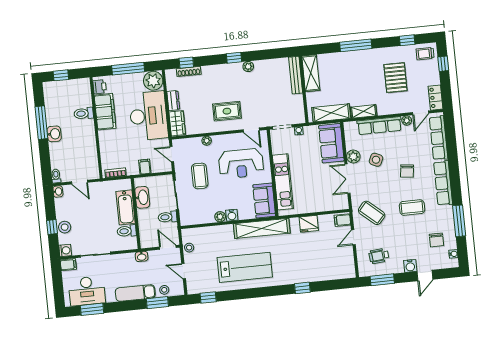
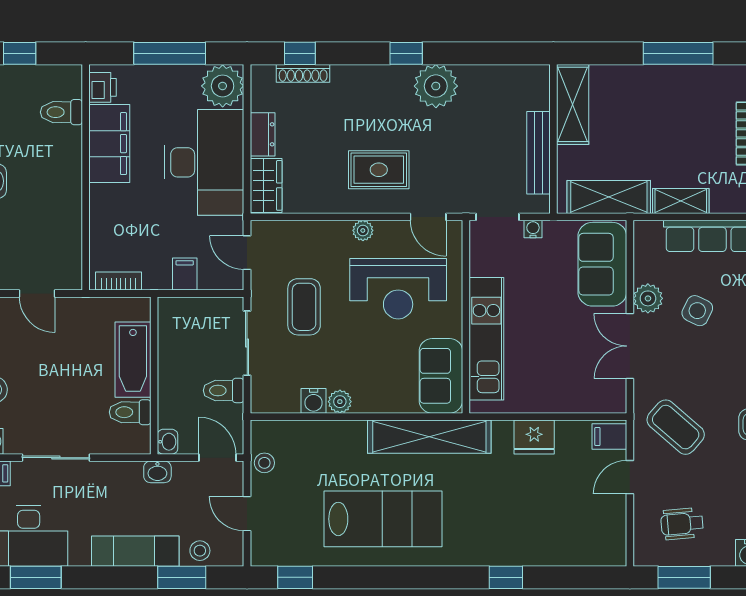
plant: (248, 67) -> (436, 86), width x1.87, depth x1.87
bench: (296, 75) -> (538, 153), moved
toilet: (84, 113) -> (61, 112), moved
plant: (207, 141) -> (363, 230), moved
washbasin: (142, 197) -> (168, 442), moved, width x0.52, depth x0.69
water cooler: (232, 215) -> (314, 401), moved

